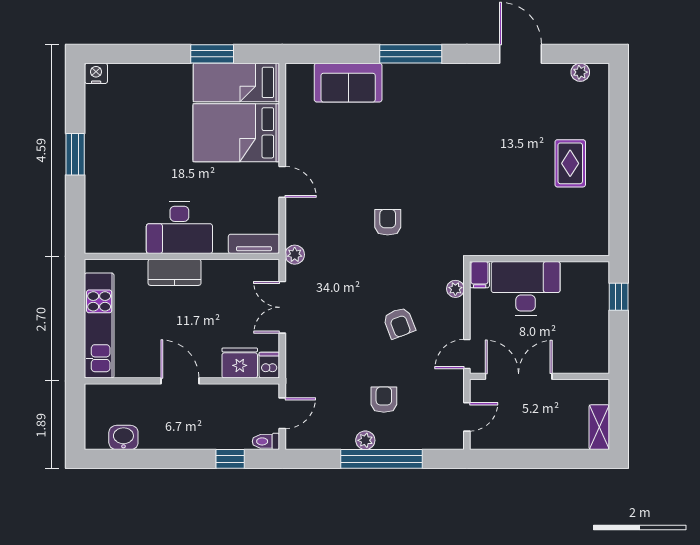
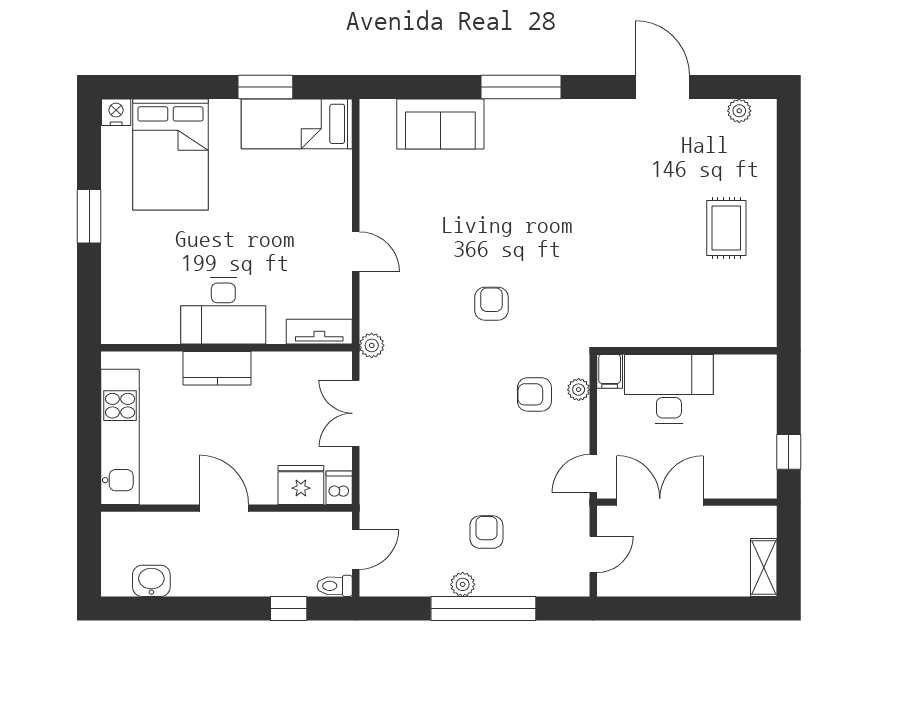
bed: (236, 133) -> (170, 155), moved, turned -90
window: (619, 297) -> (789, 452), moved
armchair: (399, 323) -> (534, 394), moved, turned 111

